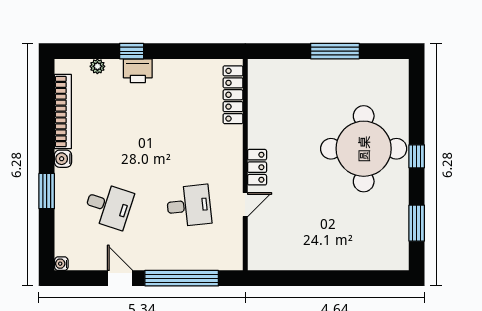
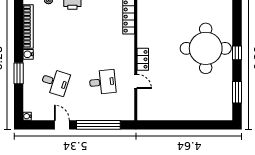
door: (245, 205) -> (136, 81), hinge flipped

